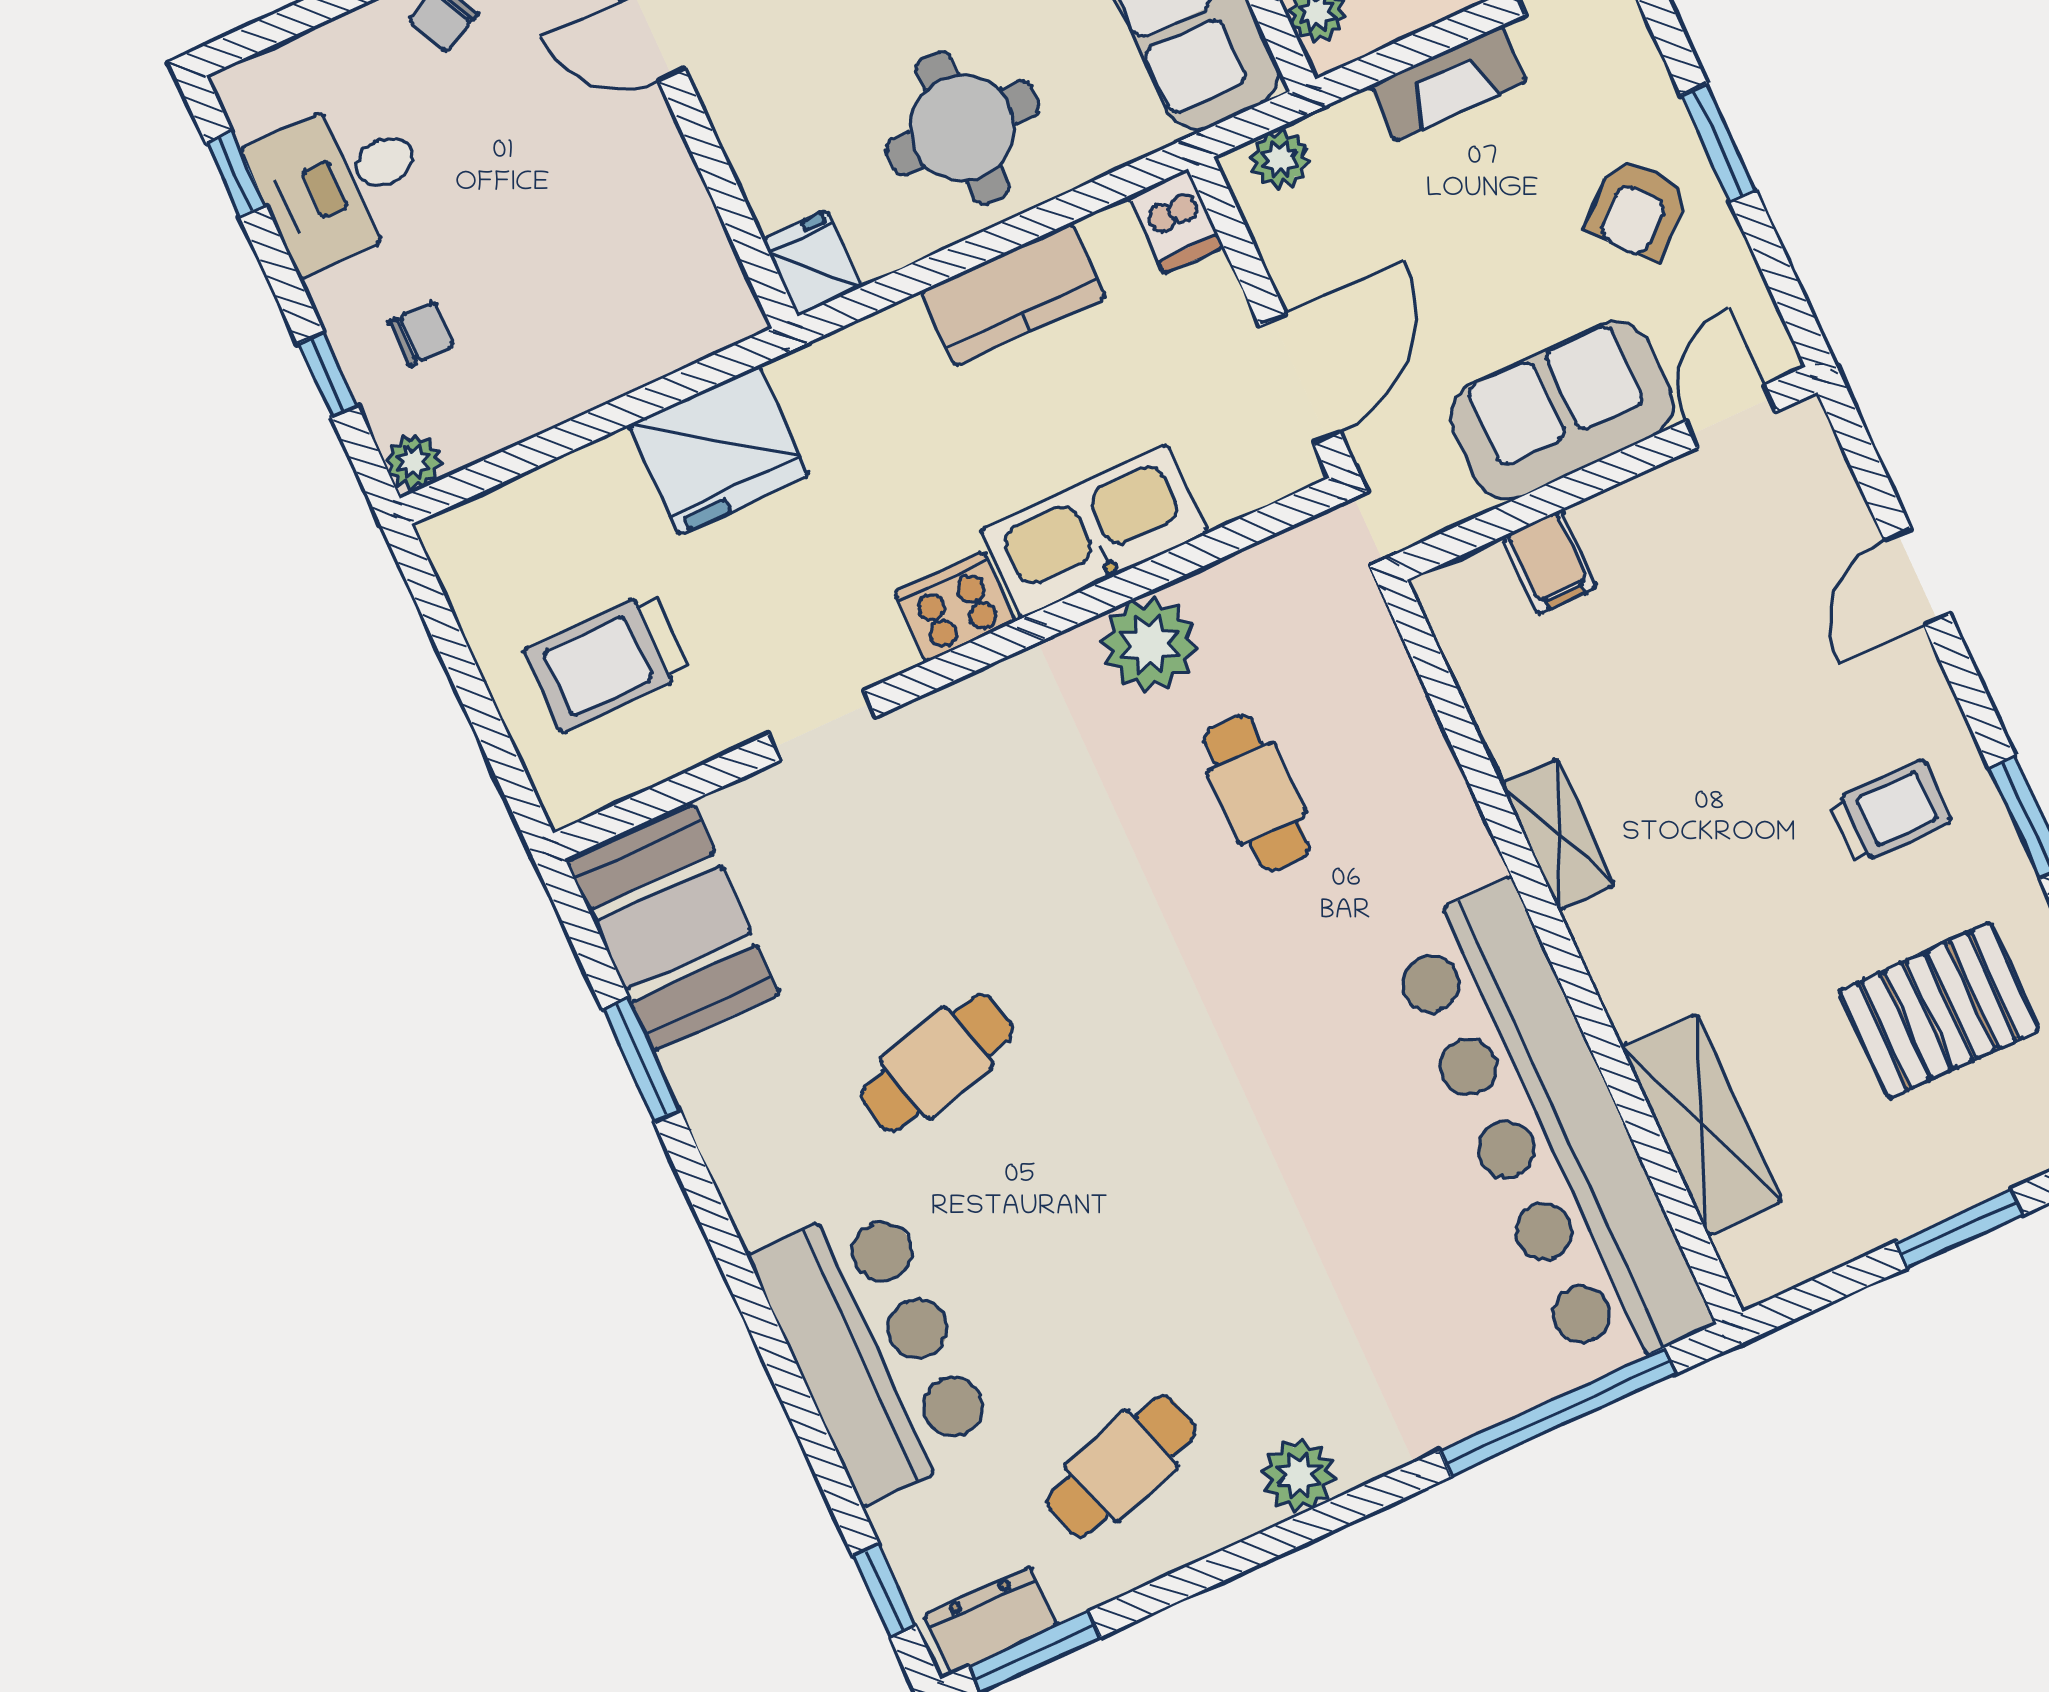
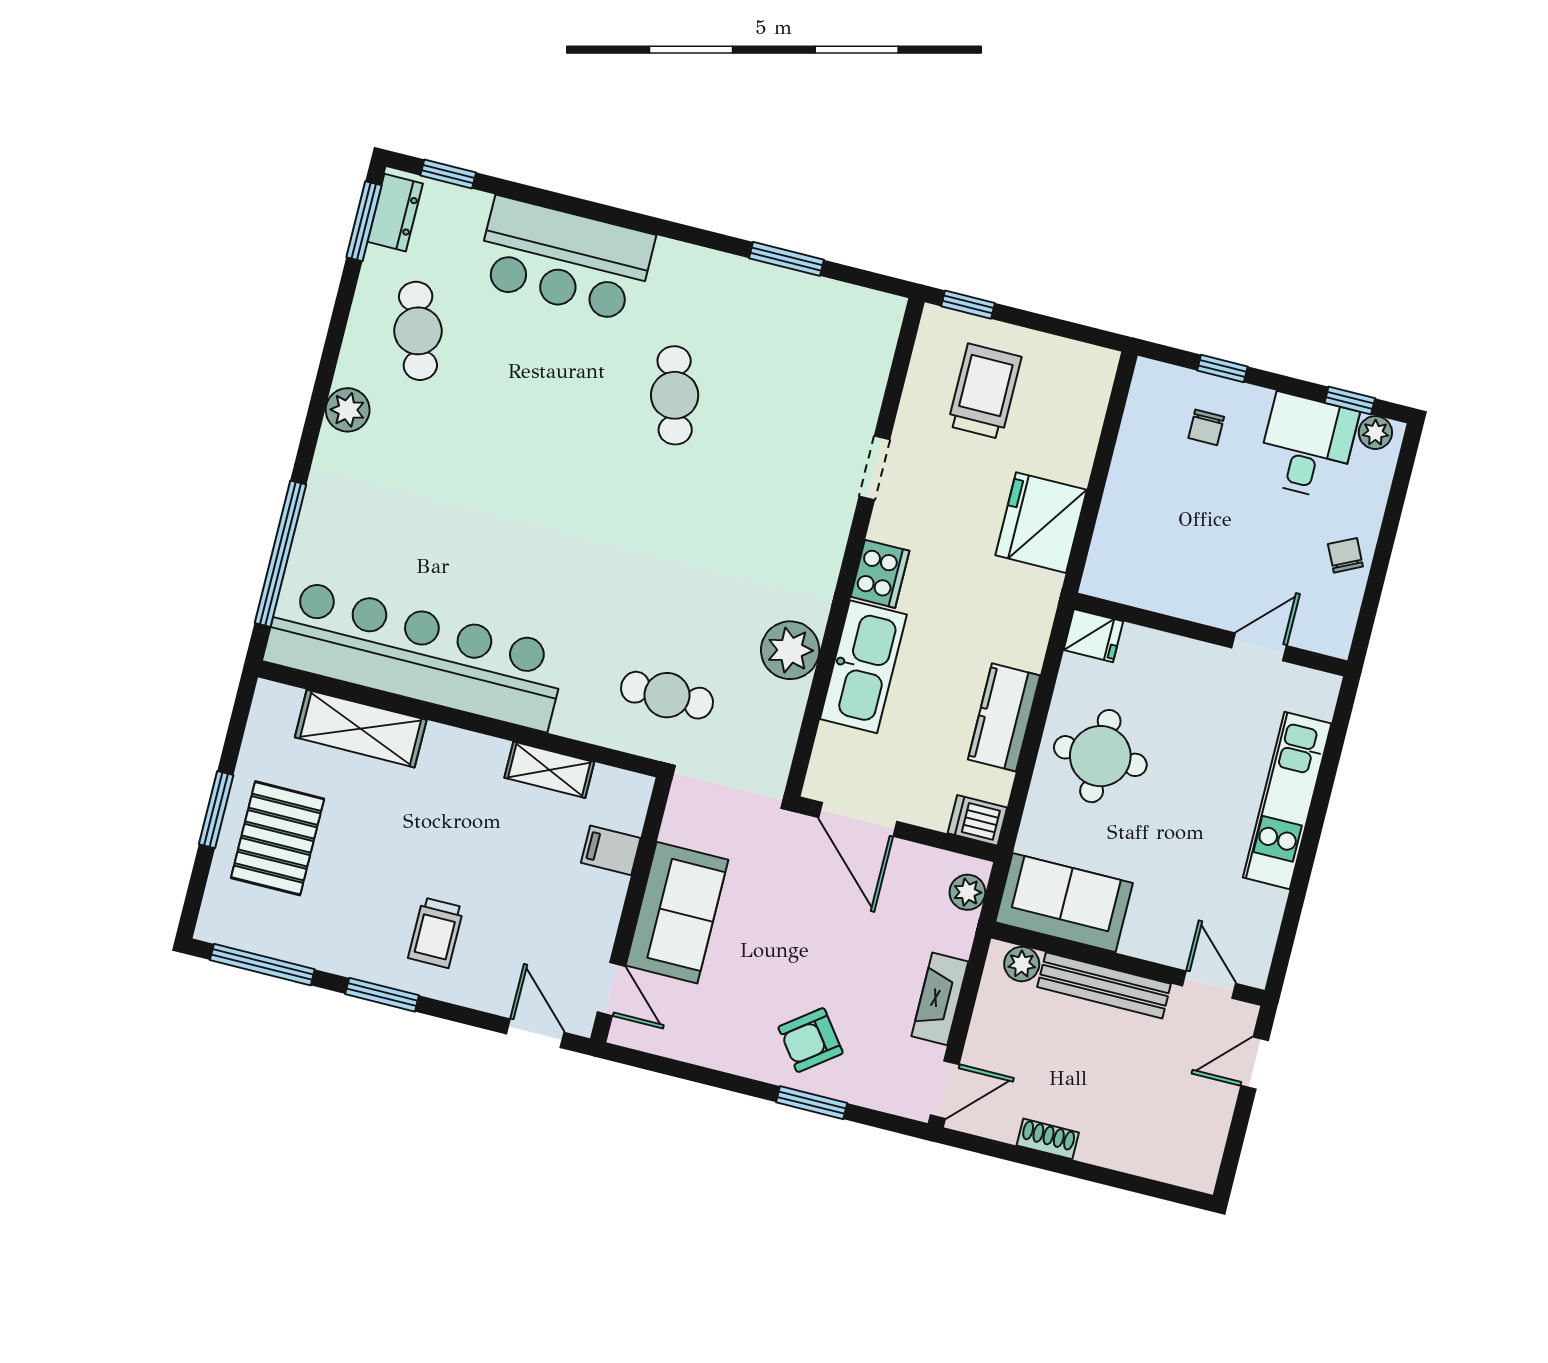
armchair: (1638, 209) -> (811, 1040), turned -86
sofa: (1562, 410) -> (677, 913), moved
door: (1731, 416) -> (611, 989), moved
plant: (413, 462) -> (1375, 433), moved
wall: (1606, 473) -> (631, 910), moved
filing cabinet: (1550, 562) -> (611, 850), moved
window: (511, 774) -> (968, 305), added
cafe table: (1256, 793) -> (667, 695), moved
booth: (673, 928) -> (836, 323), removed
pallet: (1939, 1011) -> (278, 838), moved

